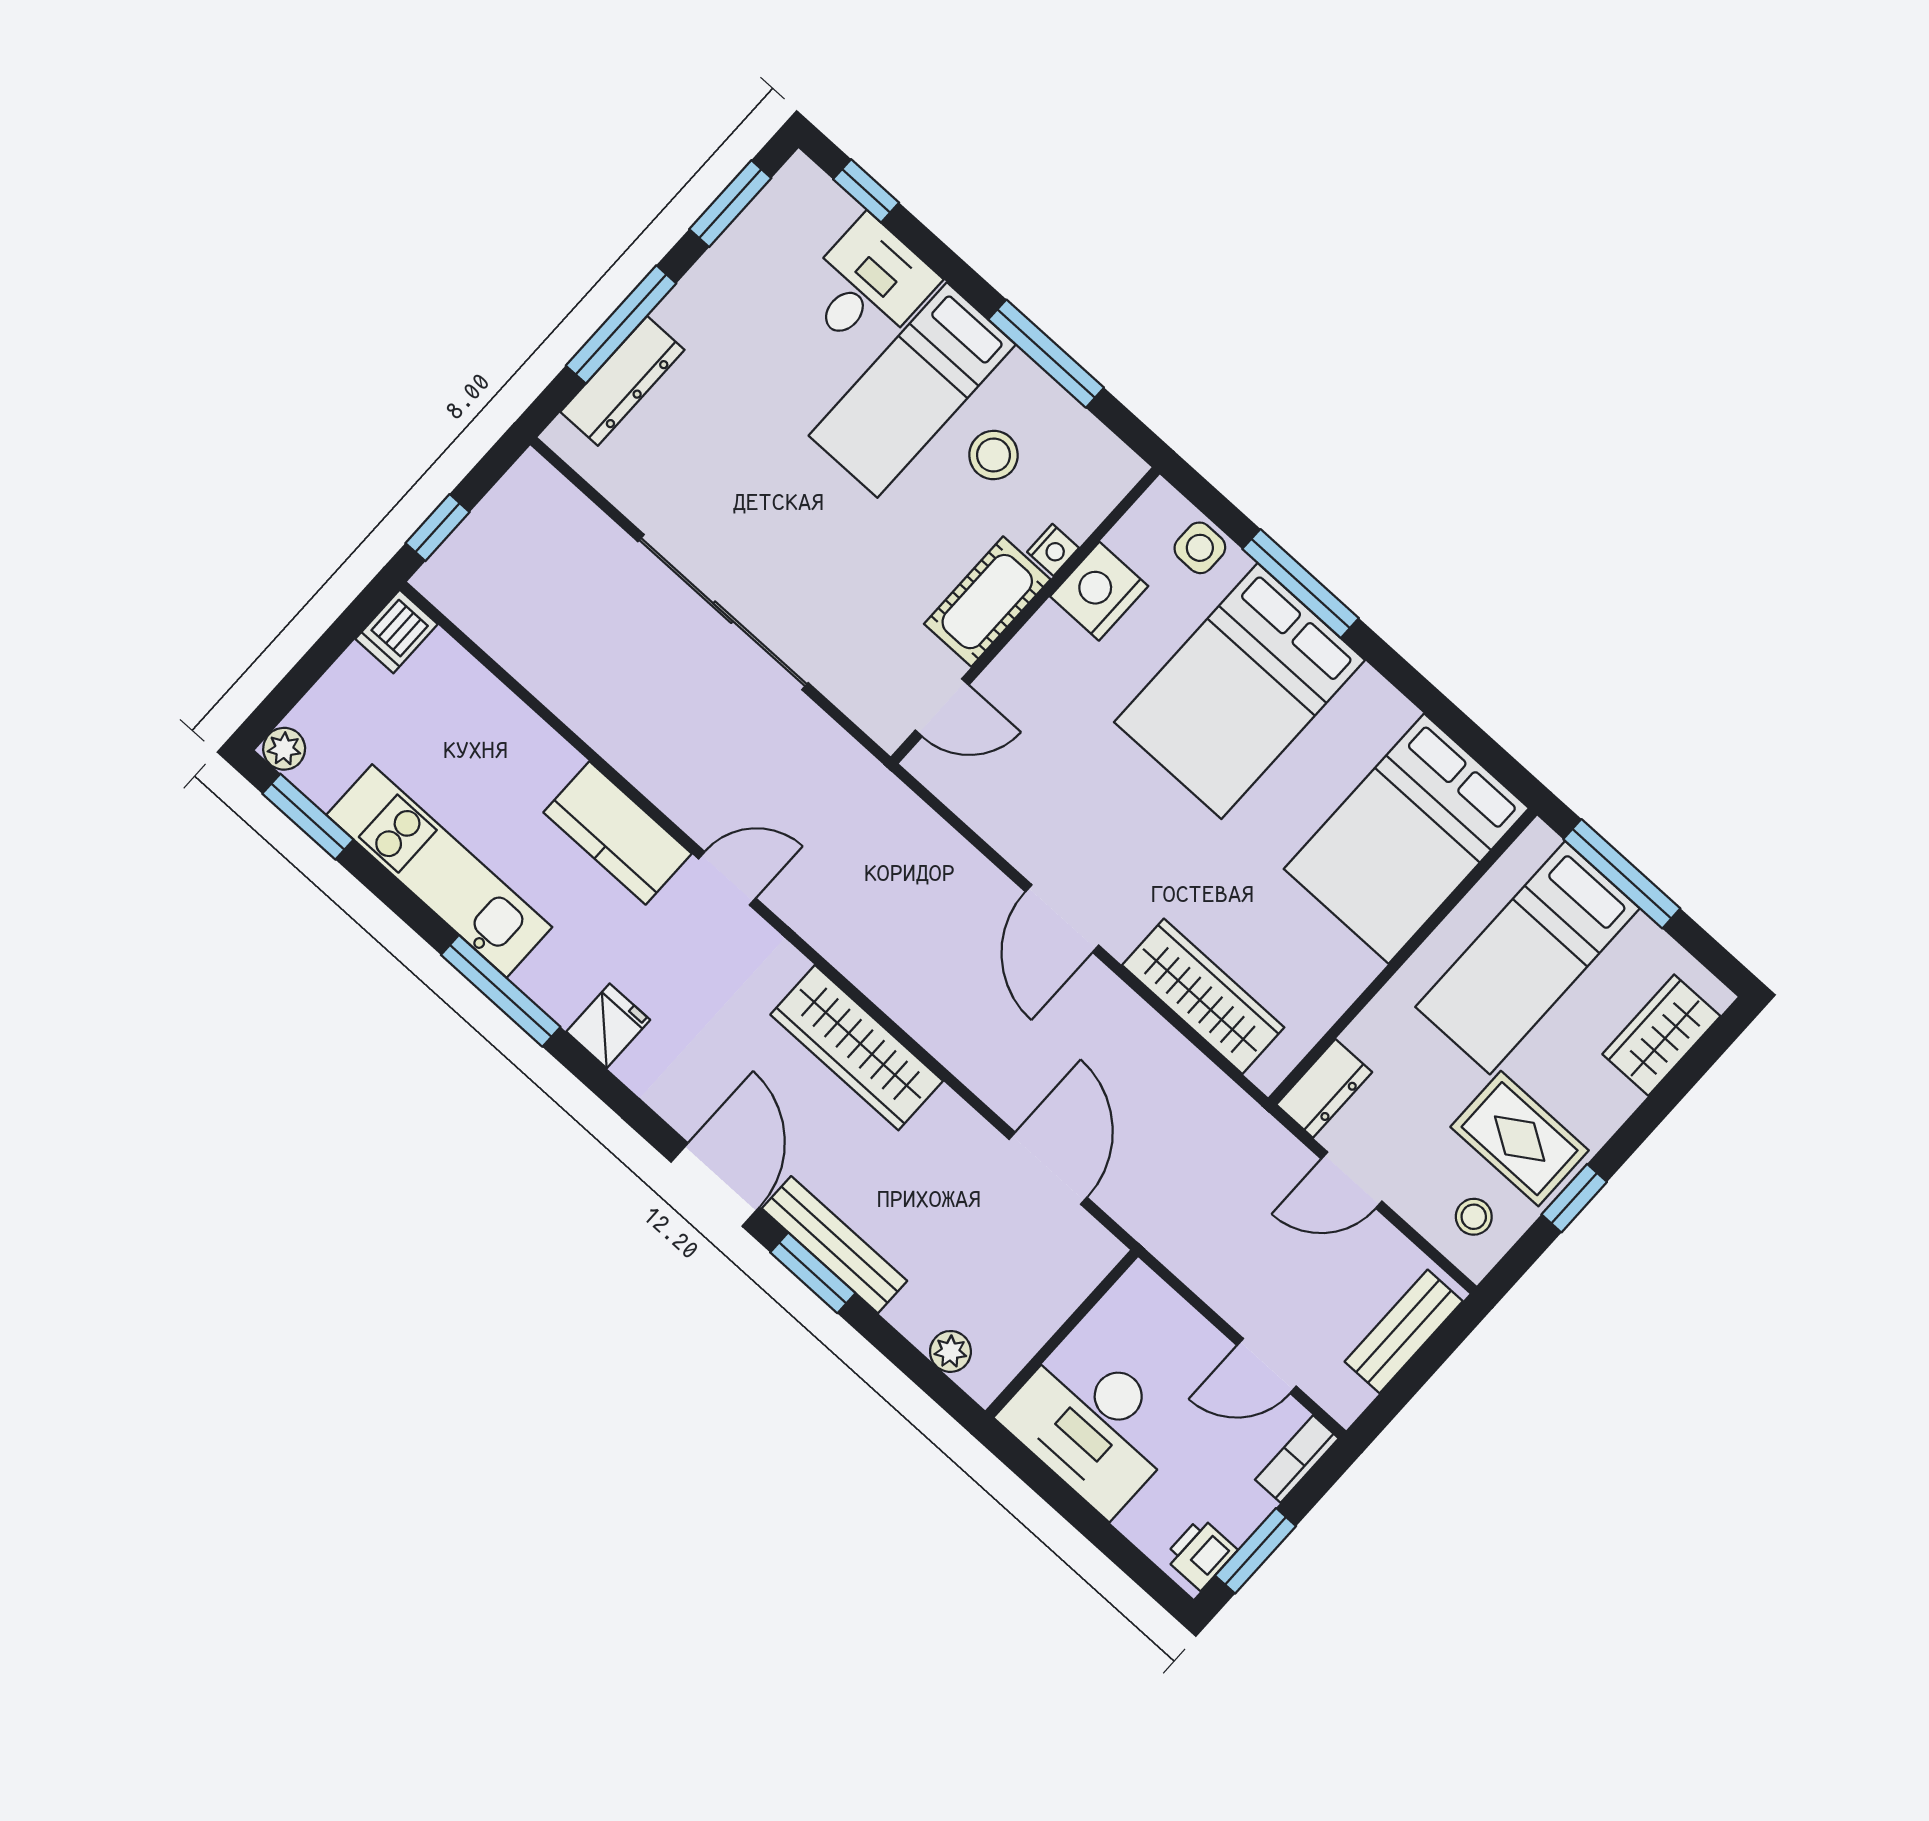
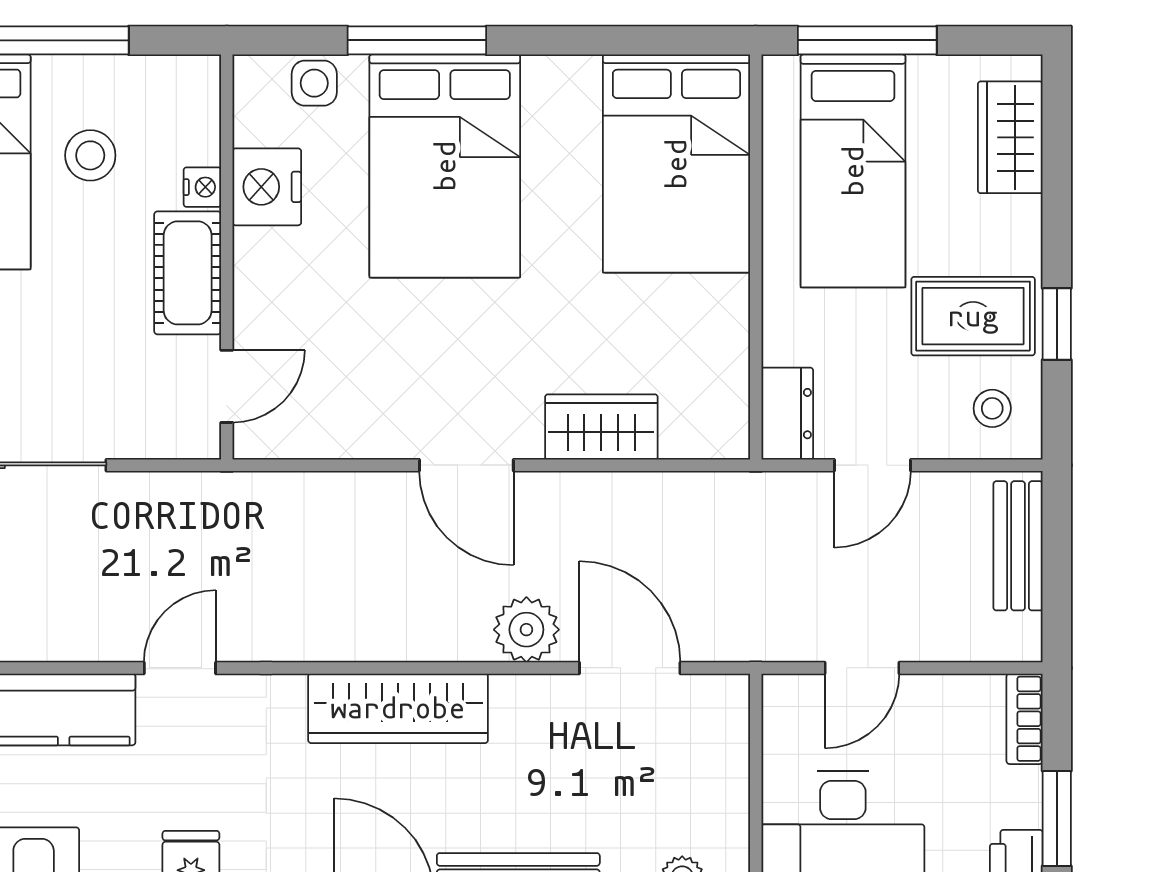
wardrobe: (1203, 996) -> (601, 427), width x0.67
plant: (999, 1074) -> (526, 630), added
door: (1267, 1366) -> (862, 668), moved

